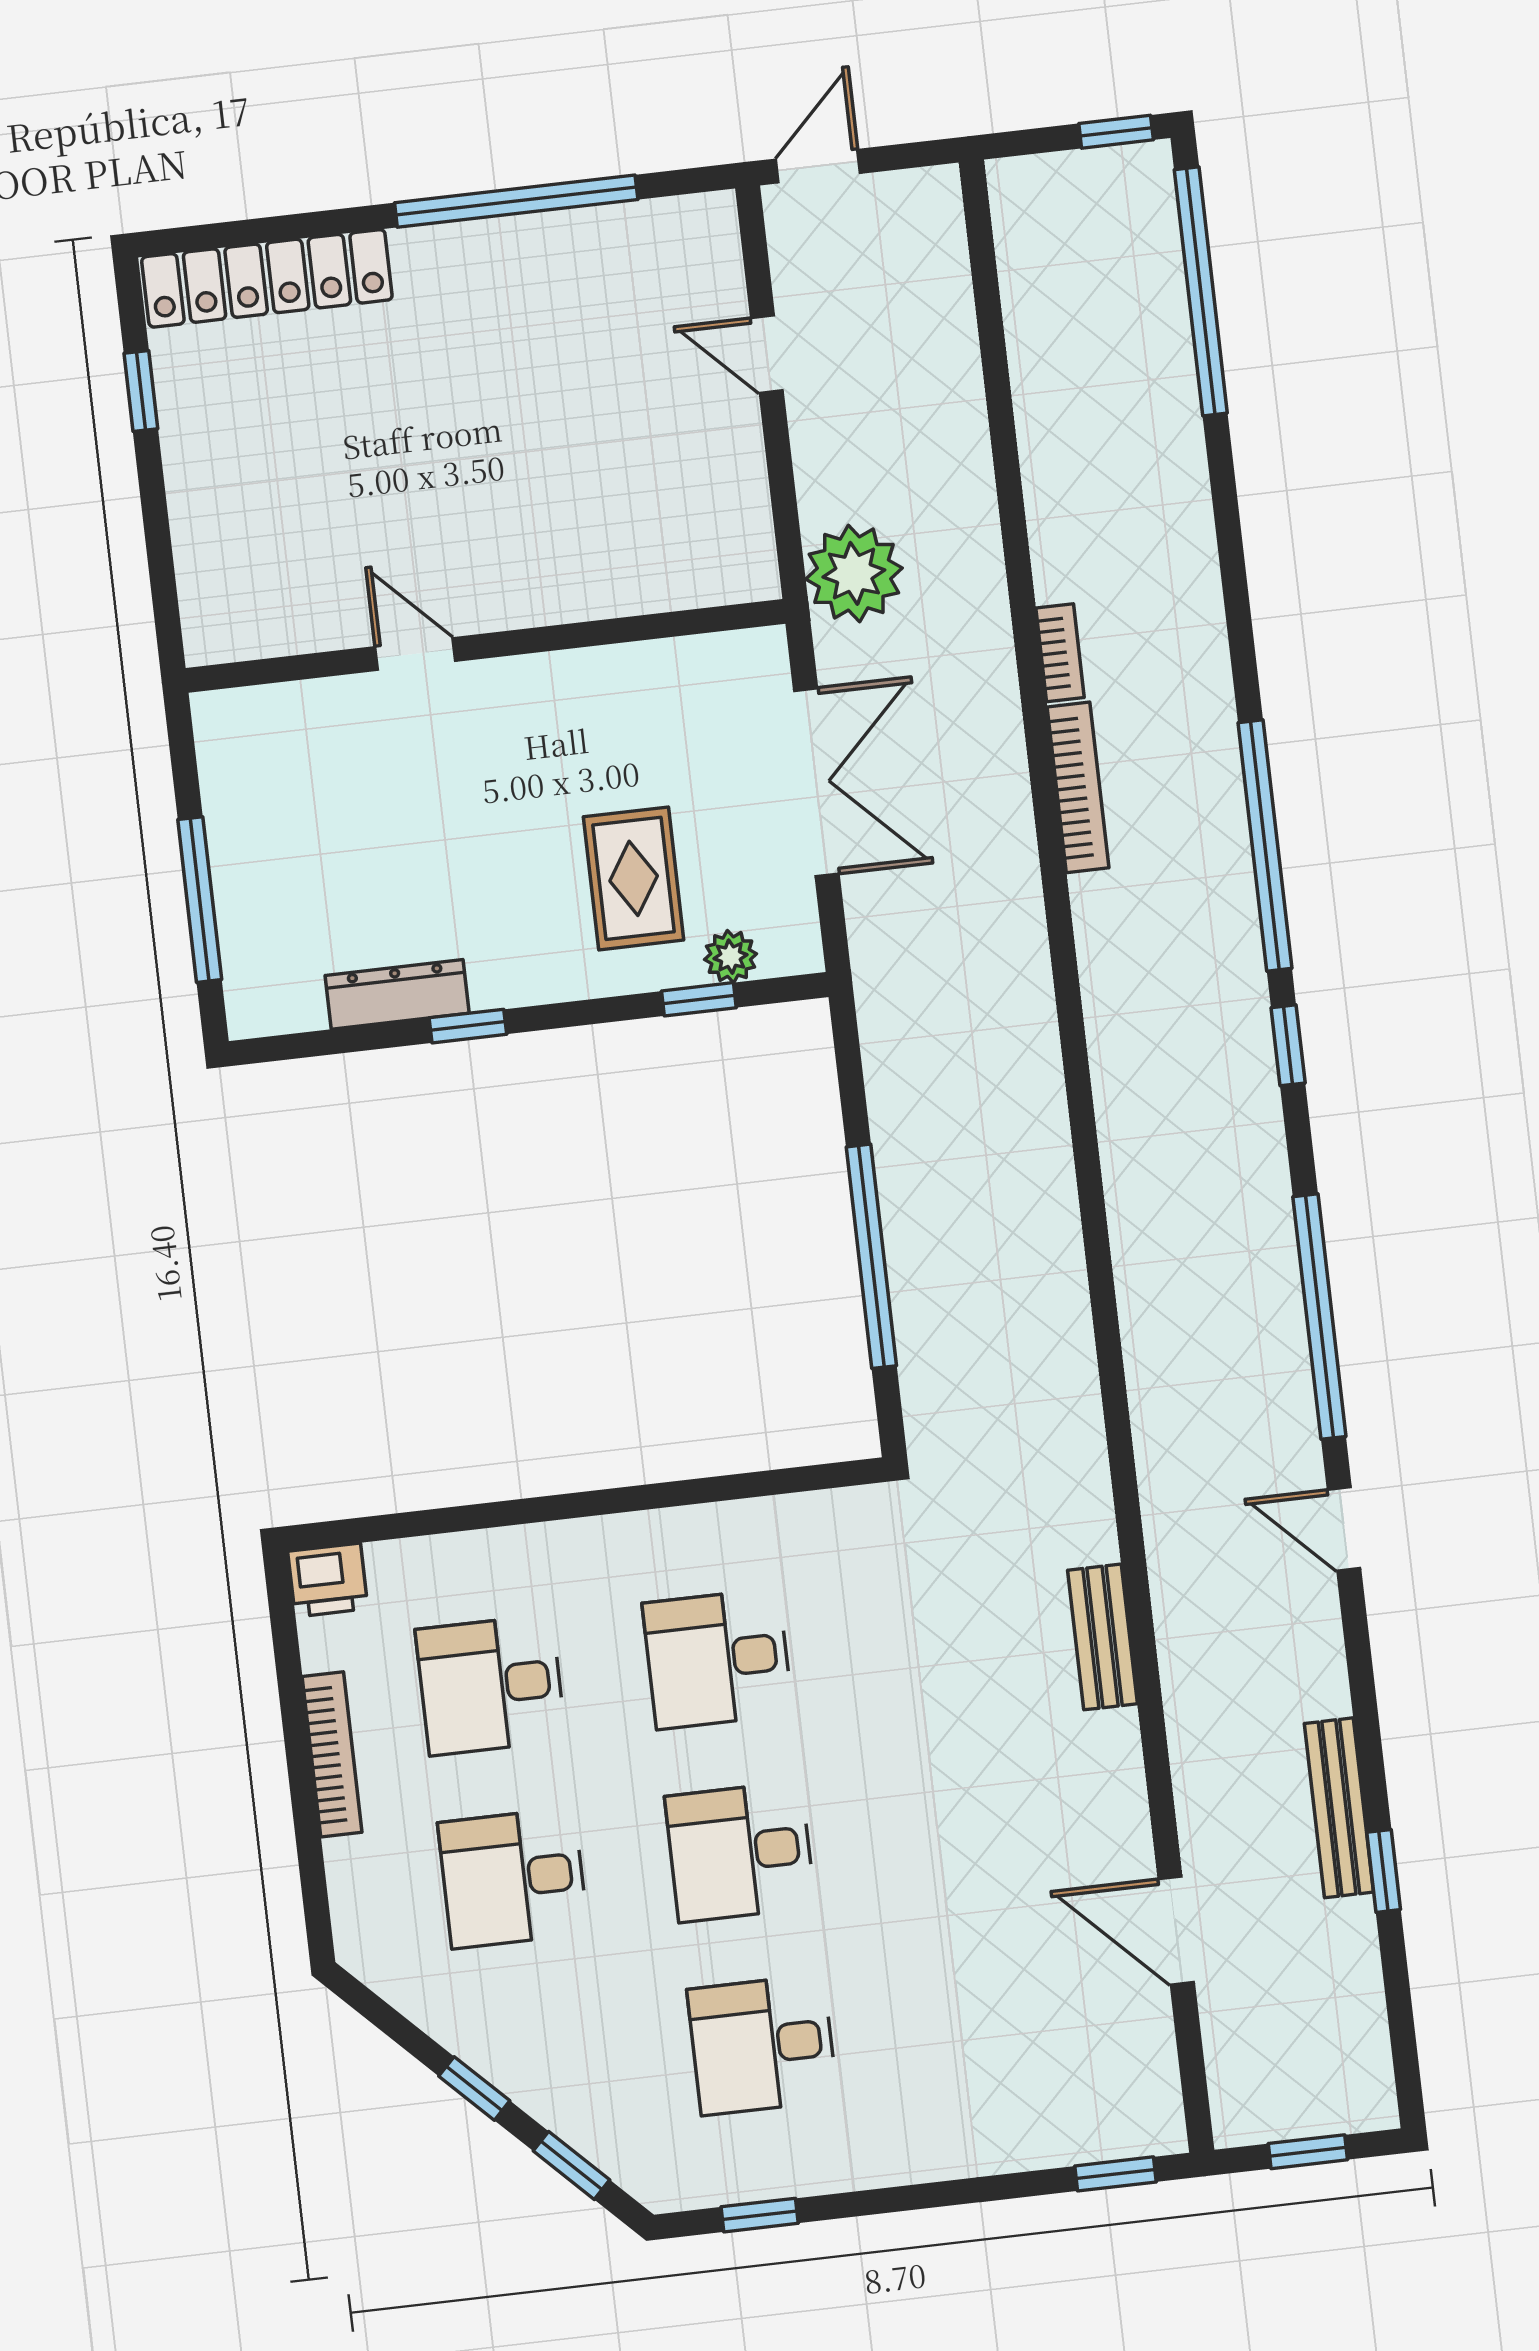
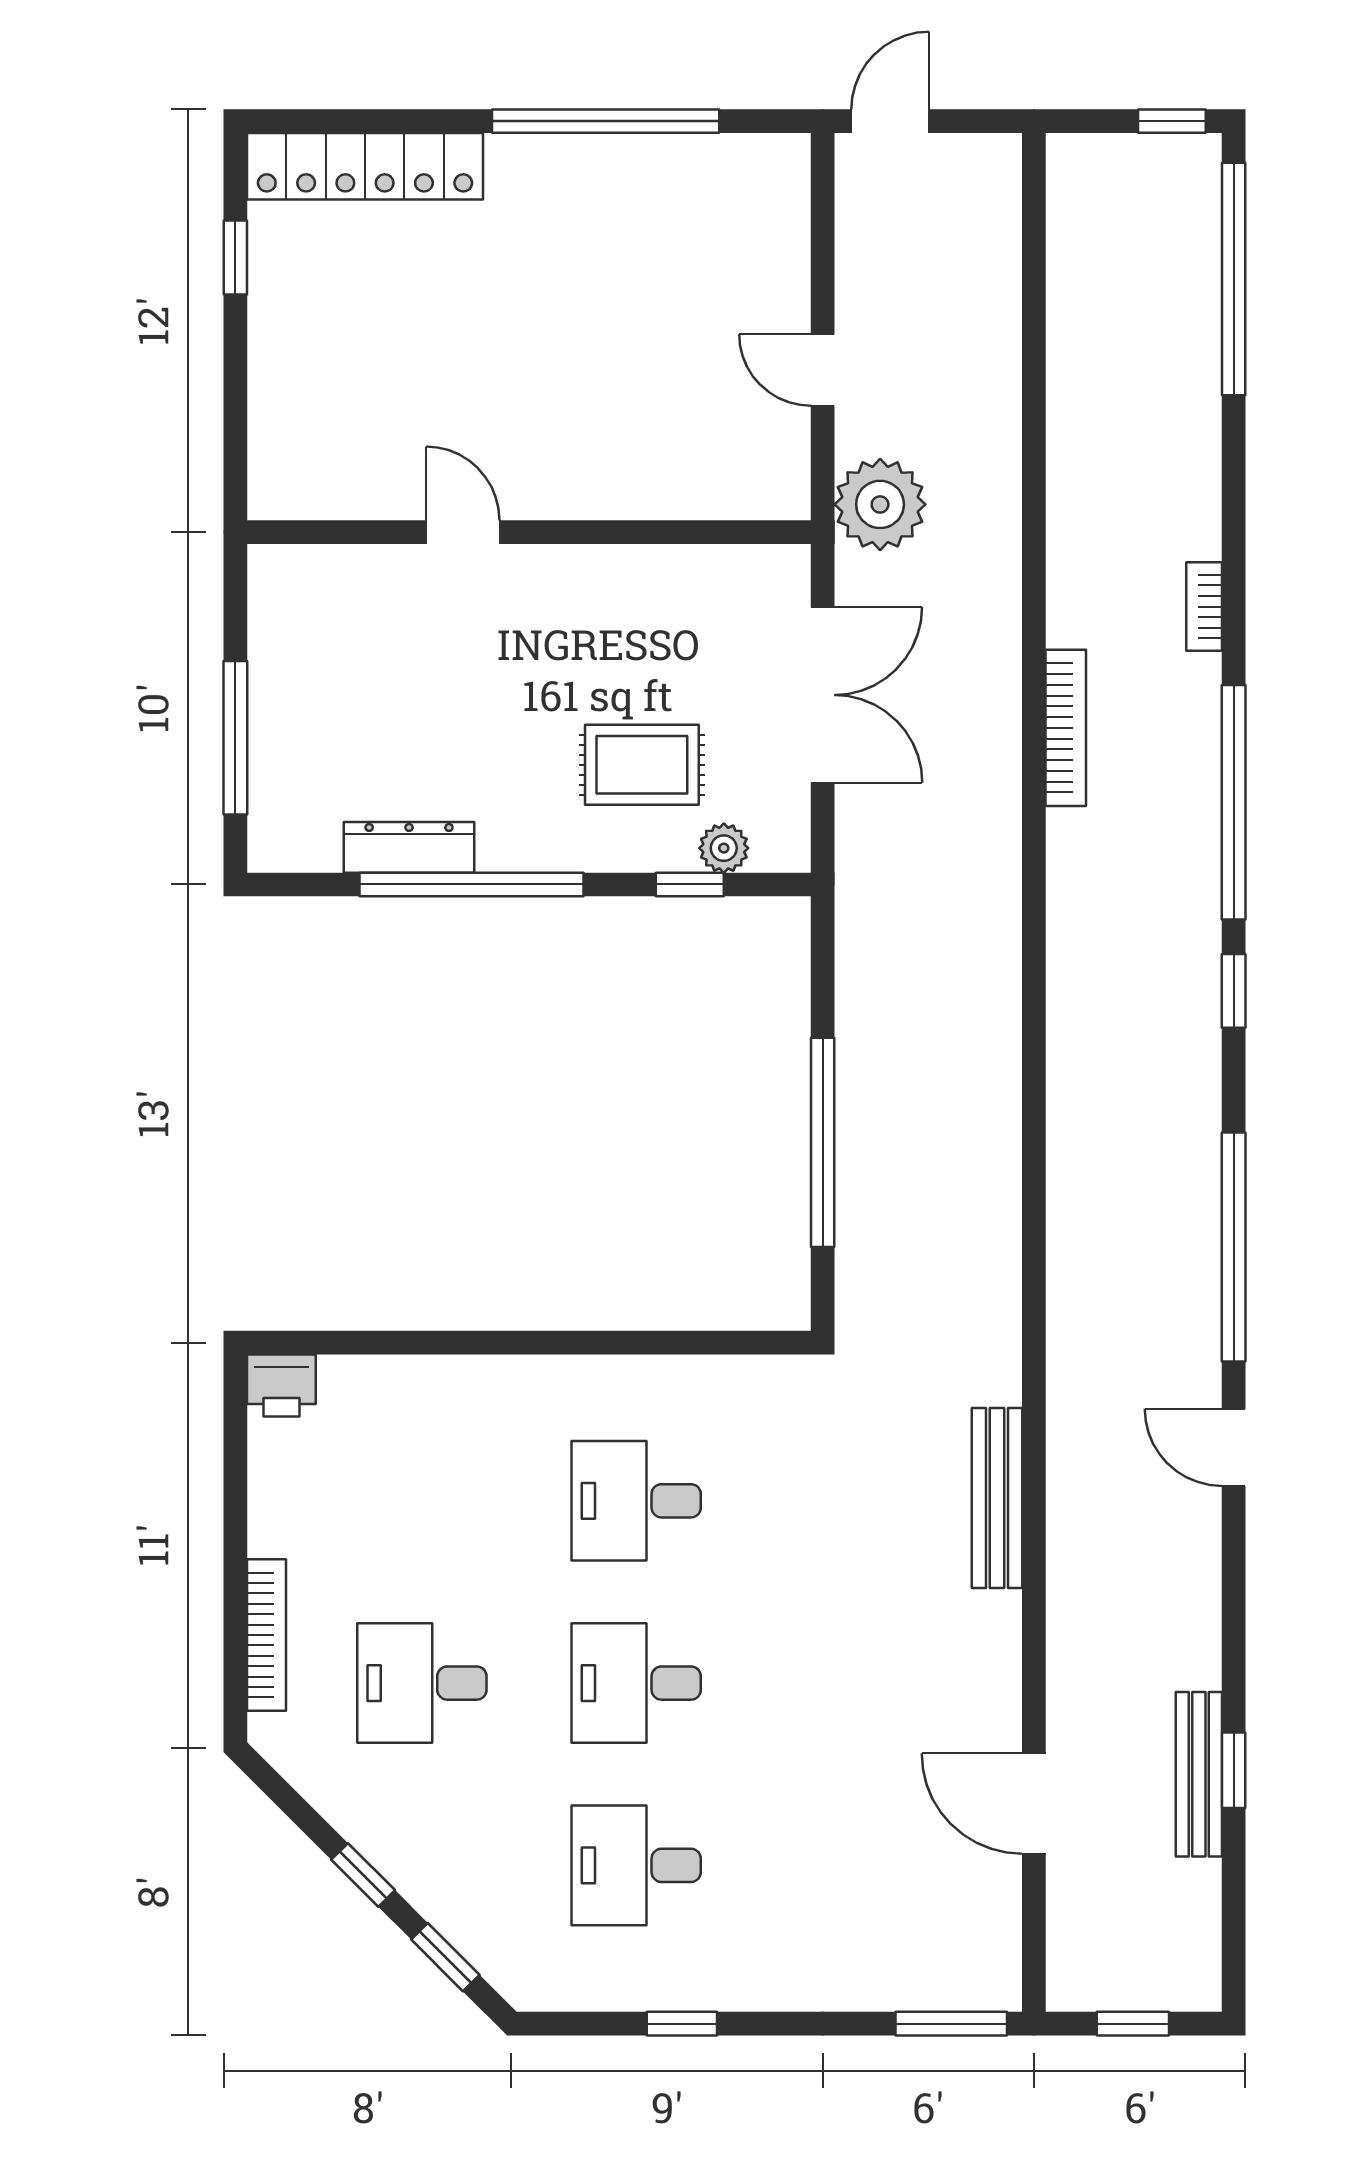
door: (767, 354) -> (823, 370), moved
bookcase: (1060, 653) -> (1204, 607), moved, turned 180
rug: (634, 878) -> (642, 765), turned 90
window: (468, 1026) -> (472, 884), width x3.17
bench: (1103, 1637) -> (997, 1498), width x1.36
desk: (491, 1685) -> (422, 1501), removed
bookcase: (332, 1754) -> (267, 1635), moved
bench: (1339, 1808) -> (1199, 1774), moved
window: (1116, 2174) -> (951, 2024), width x1.50
window: (760, 2215) -> (682, 2024), moved

